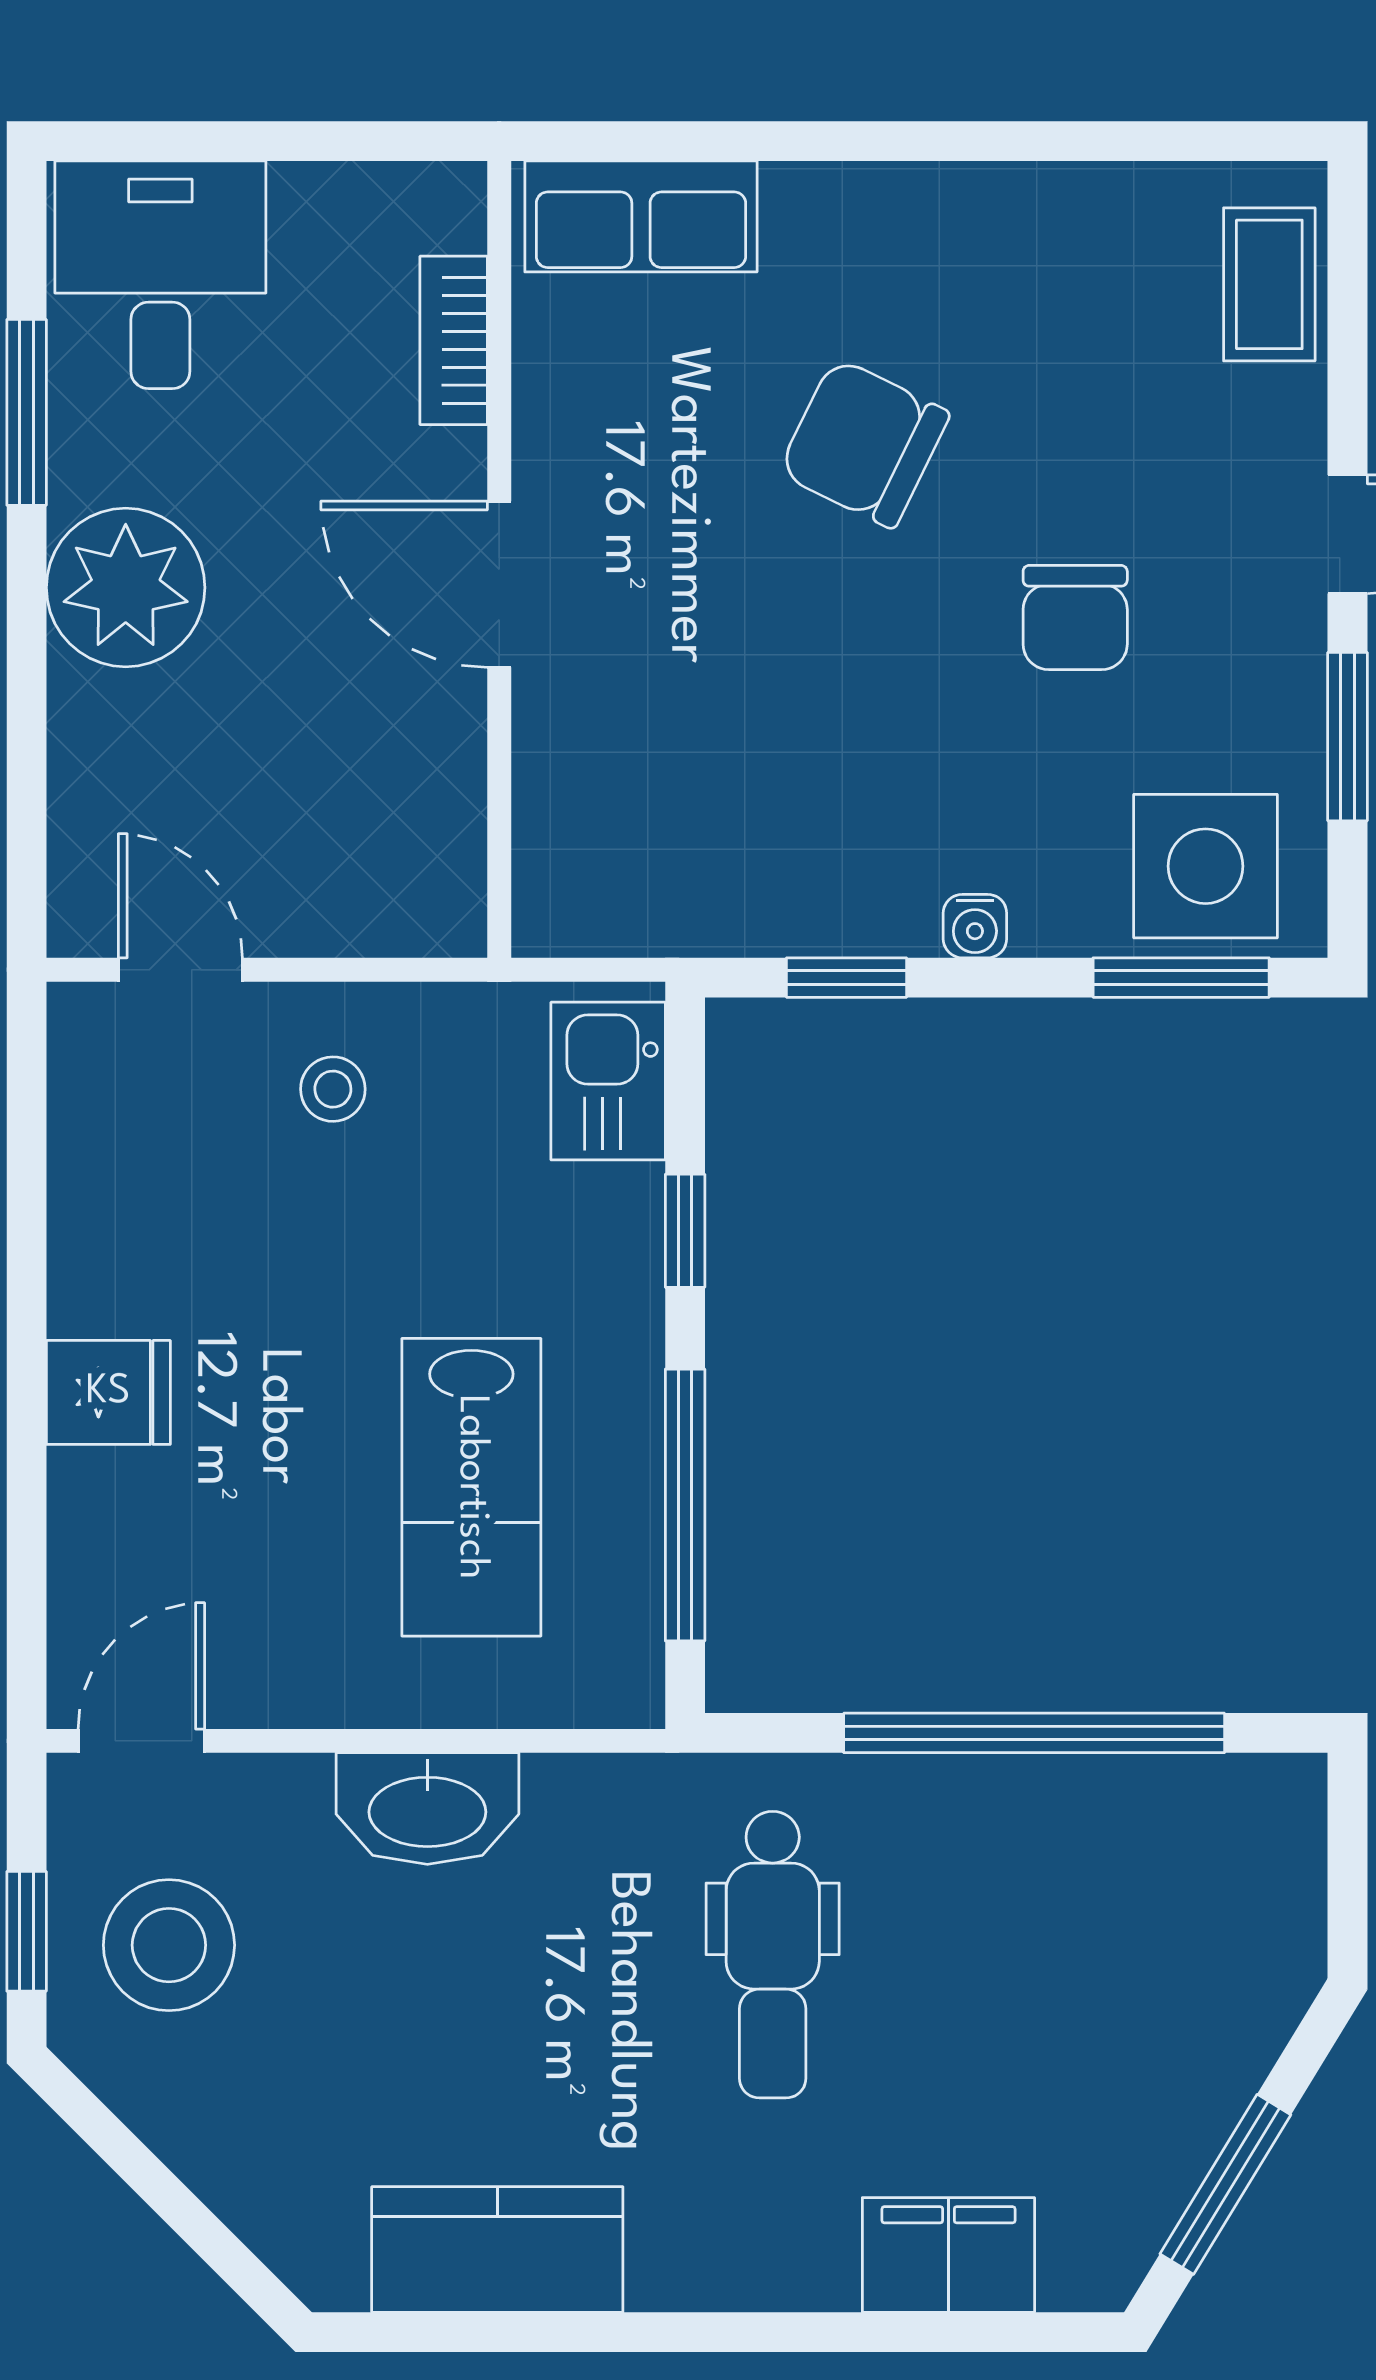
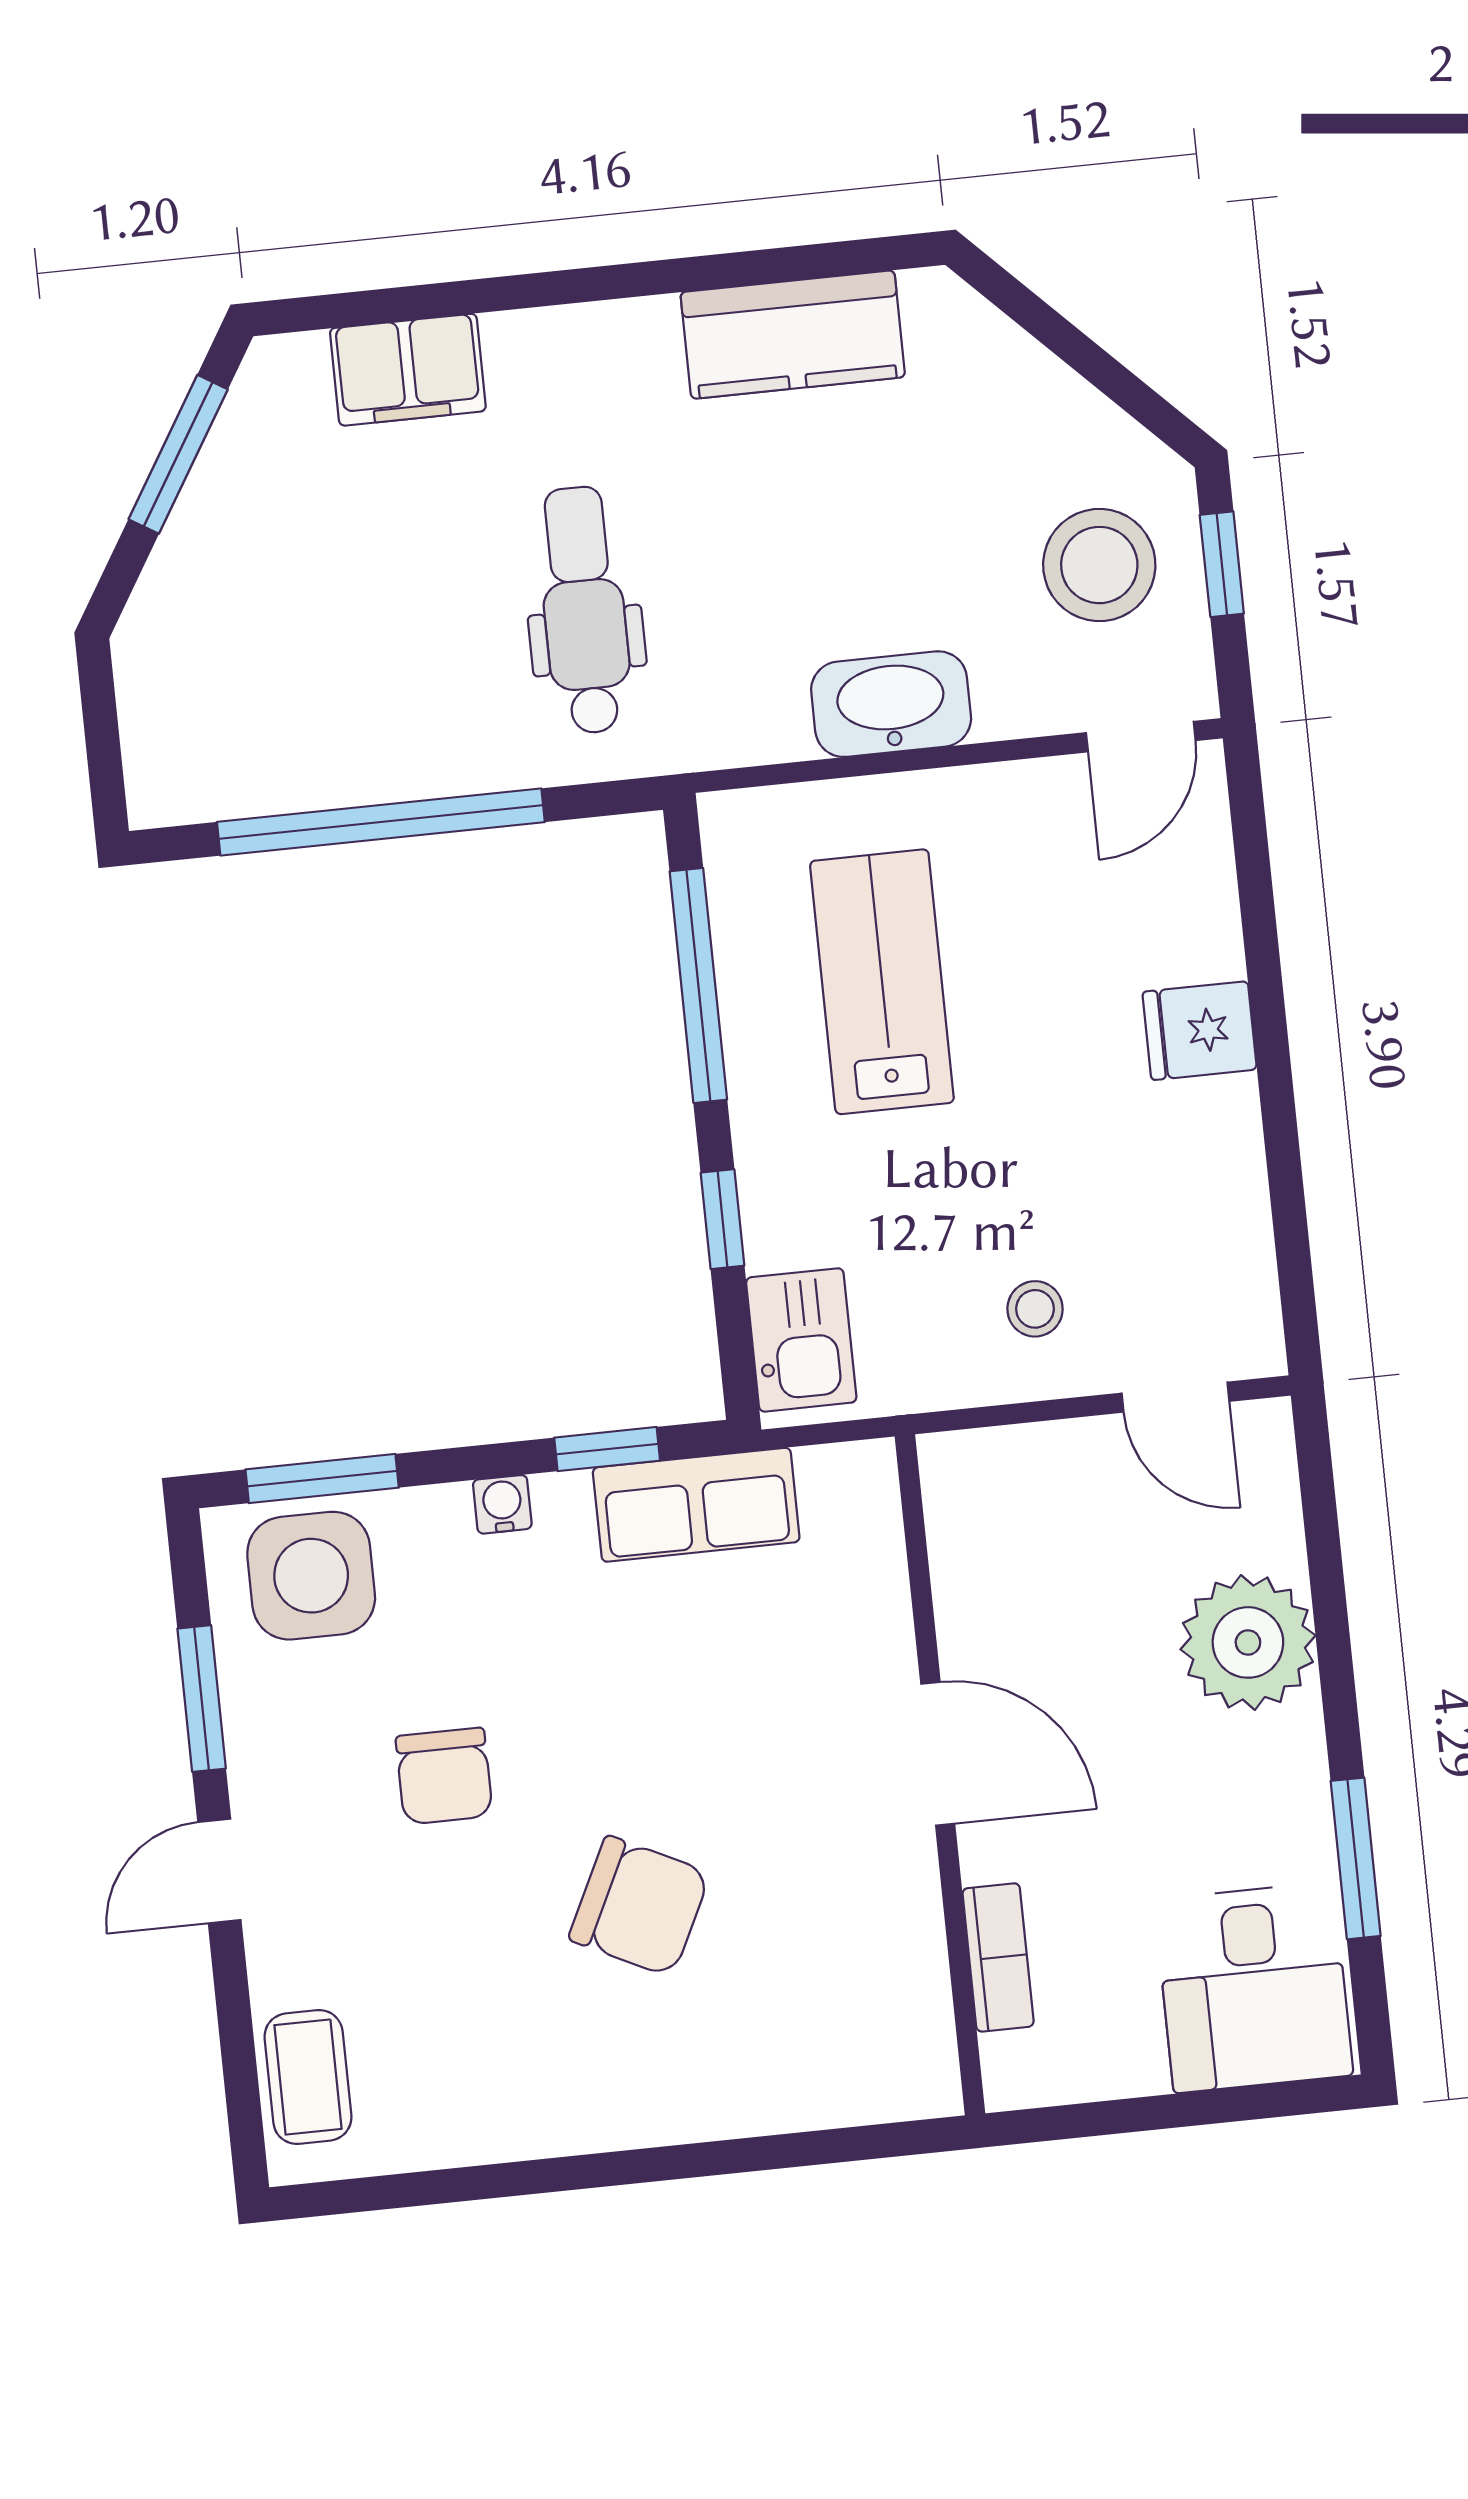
row of seats: (641, 216) -> (696, 1505), moved, turned 180
plant: (126, 588) -> (1248, 1642), moved
chair: (1075, 617) -> (444, 1776), turned 180

